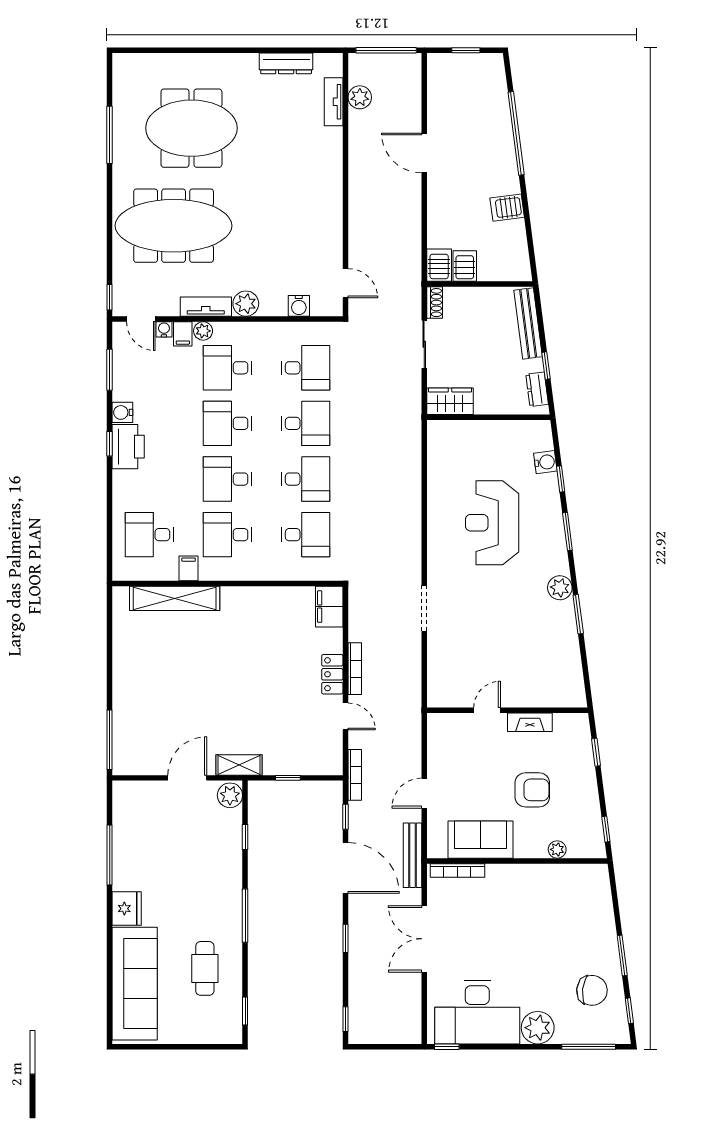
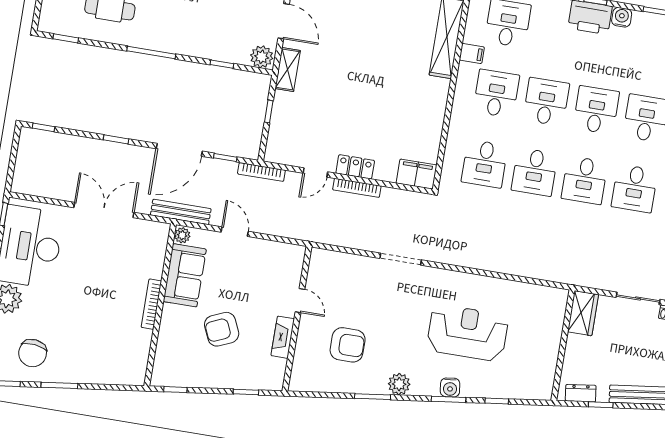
water cooler: (545, 462) -> (450, 387), moved
armchair: (527, 651) -> (348, 345), added
armchair: (532, 790) -> (222, 329), turned 66
plant: (557, 849) -> (182, 235), moved
bookcase: (457, 870) -> (151, 304), moved

